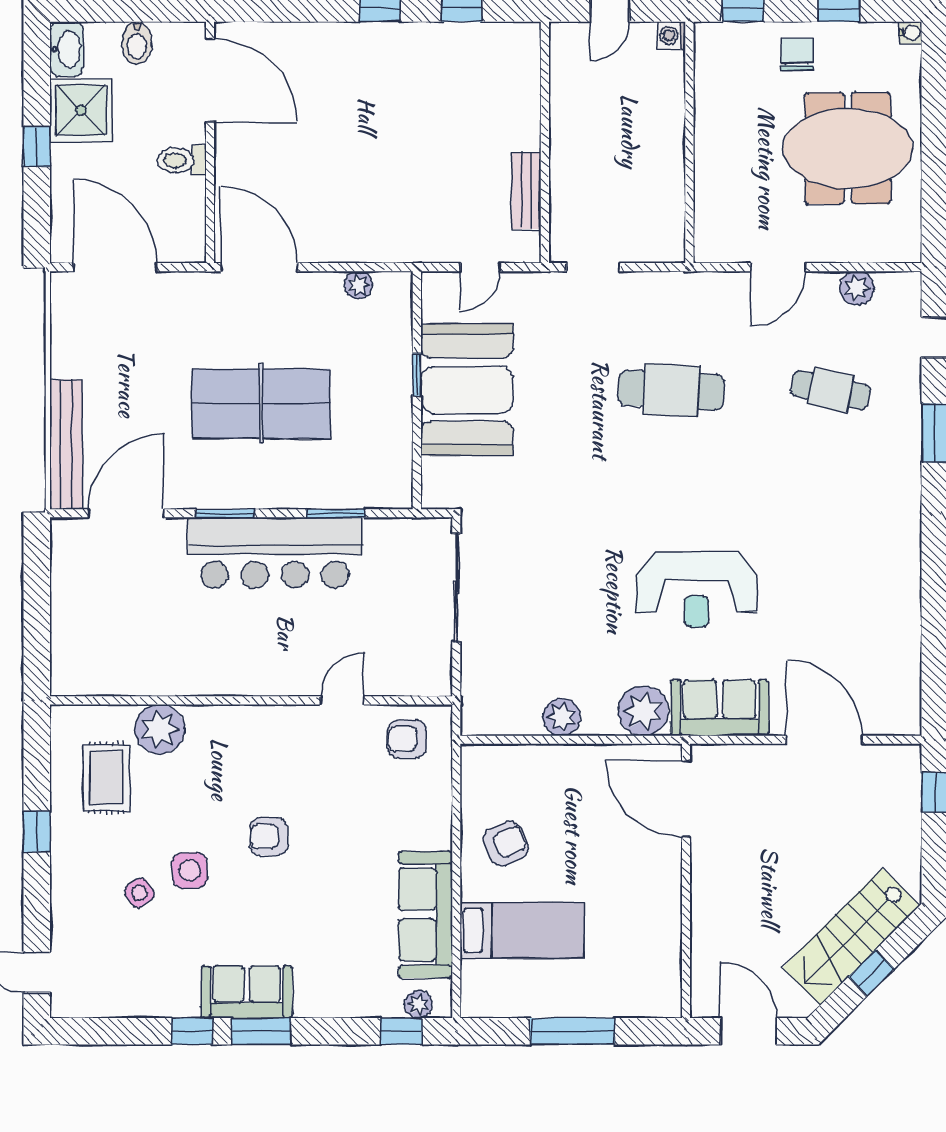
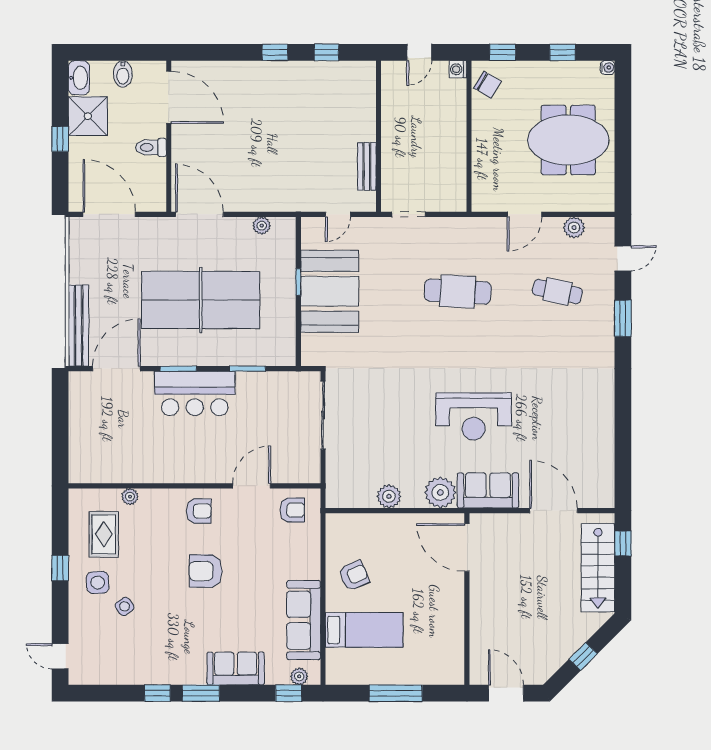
chair: (797, 54) -> (487, 85), moved, turned 121
table tennis table: (261, 404) -> (201, 300), width x1.36, depth x1.32
bar counter: (275, 553) -> (195, 393), width x0.73
door: (342, 700) -> (252, 486), width x1.38
plant: (160, 729) -> (130, 497), width x0.53, depth x0.53
armchair: (407, 739) -> (292, 510), turned 180
armchair: (258, 741) -> (199, 511), added
armchair: (269, 836) -> (206, 571), width x1.38, depth x1.38
side table: (190, 870) -> (98, 583), moved
stairs: (851, 937) -> (598, 568), moved, turned -45
sofa: (247, 992) -> (236, 669), moved

